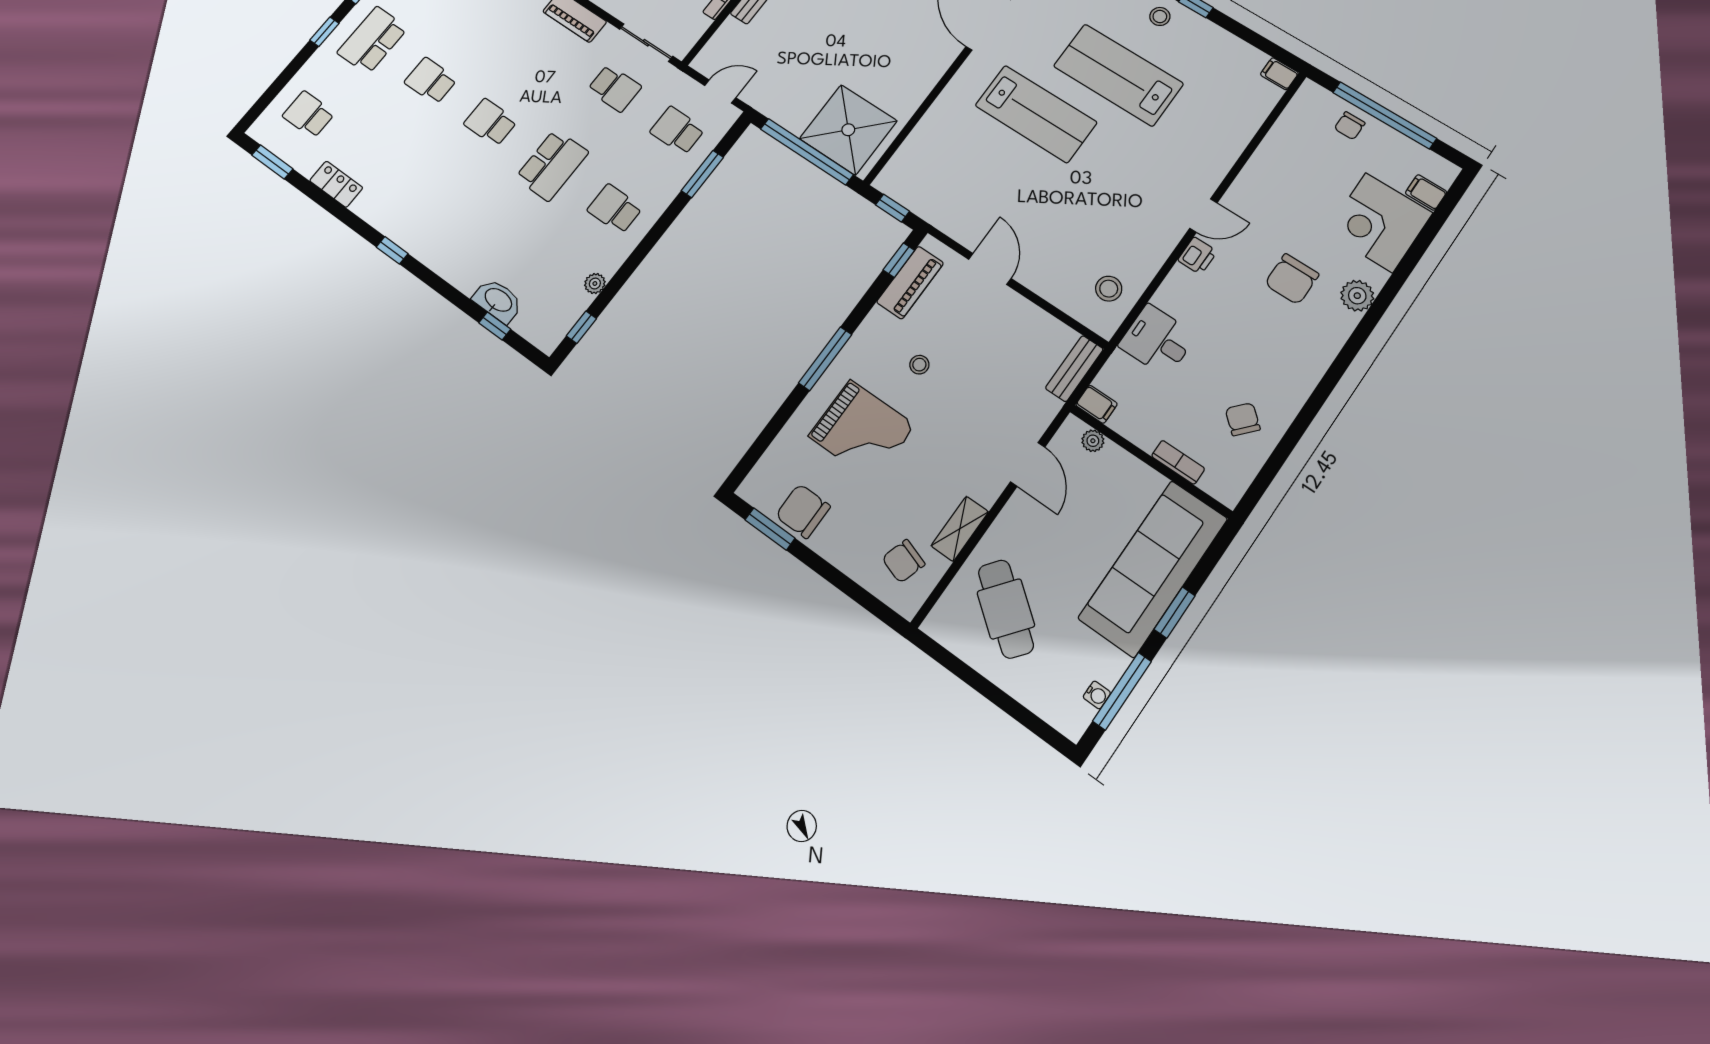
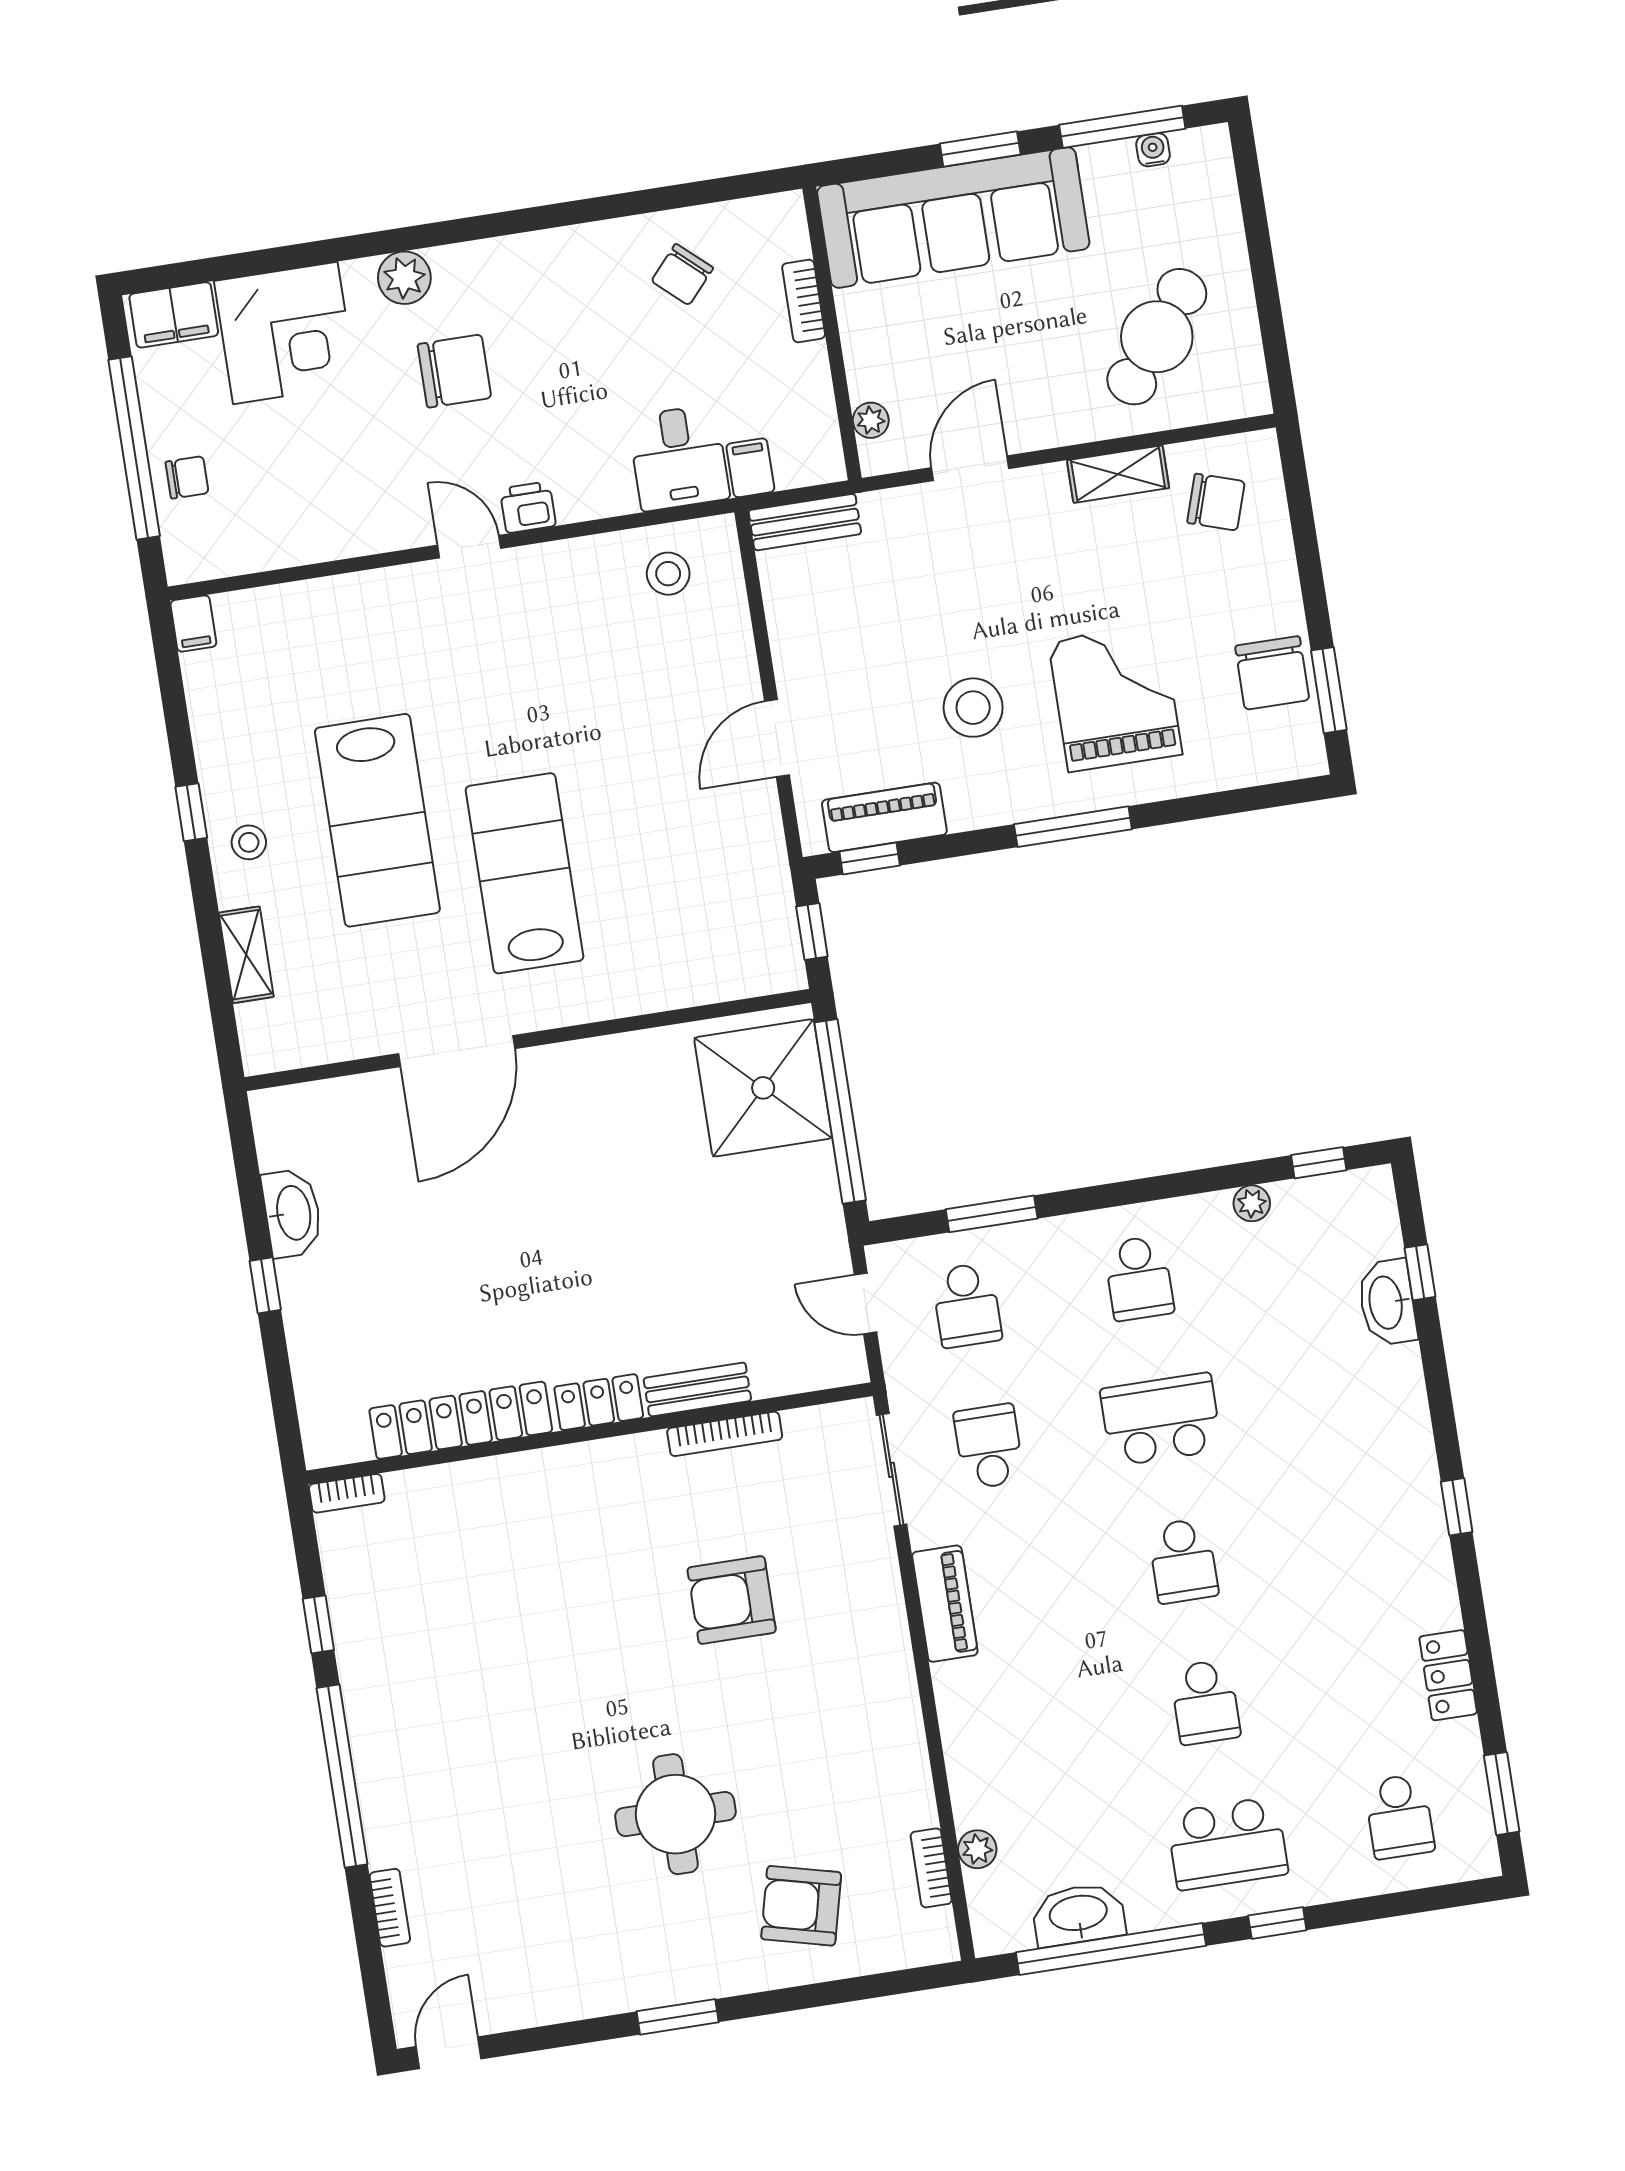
filing cabinet: (1426, 192) -> (174, 315), width x2.00
stool: (919, 365) -> (973, 708), width x1.89, depth x1.89
filing cabinet: (1097, 404) -> (750, 468), moved

